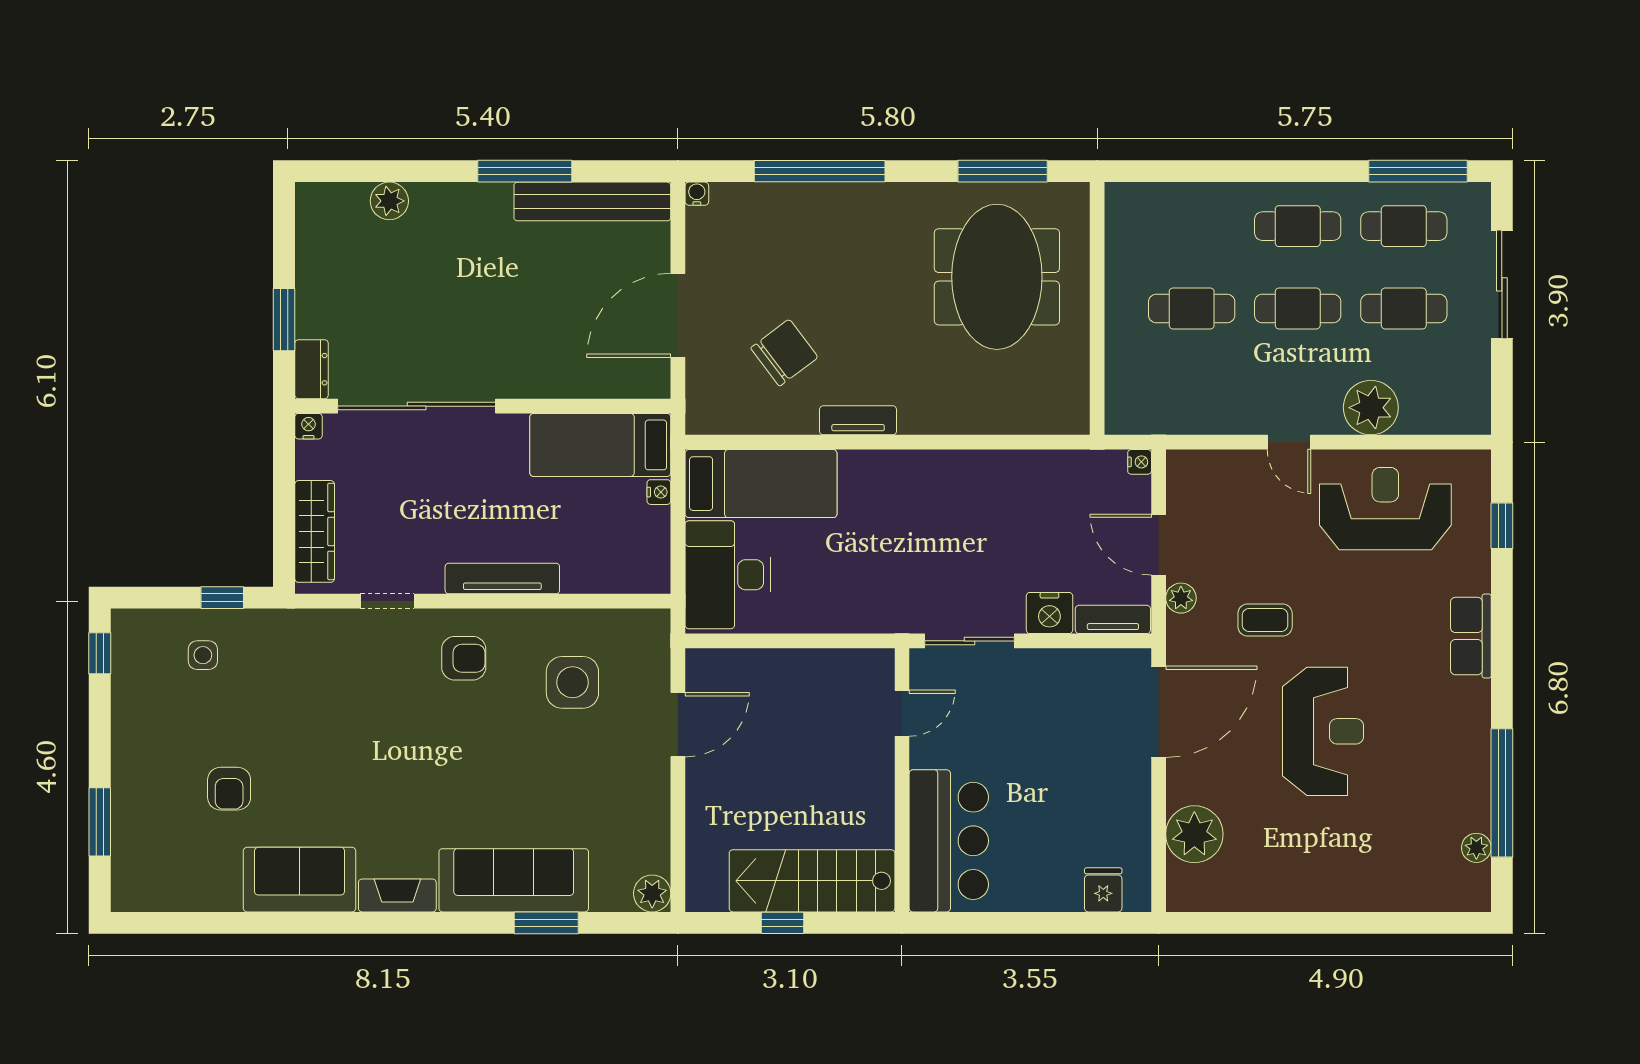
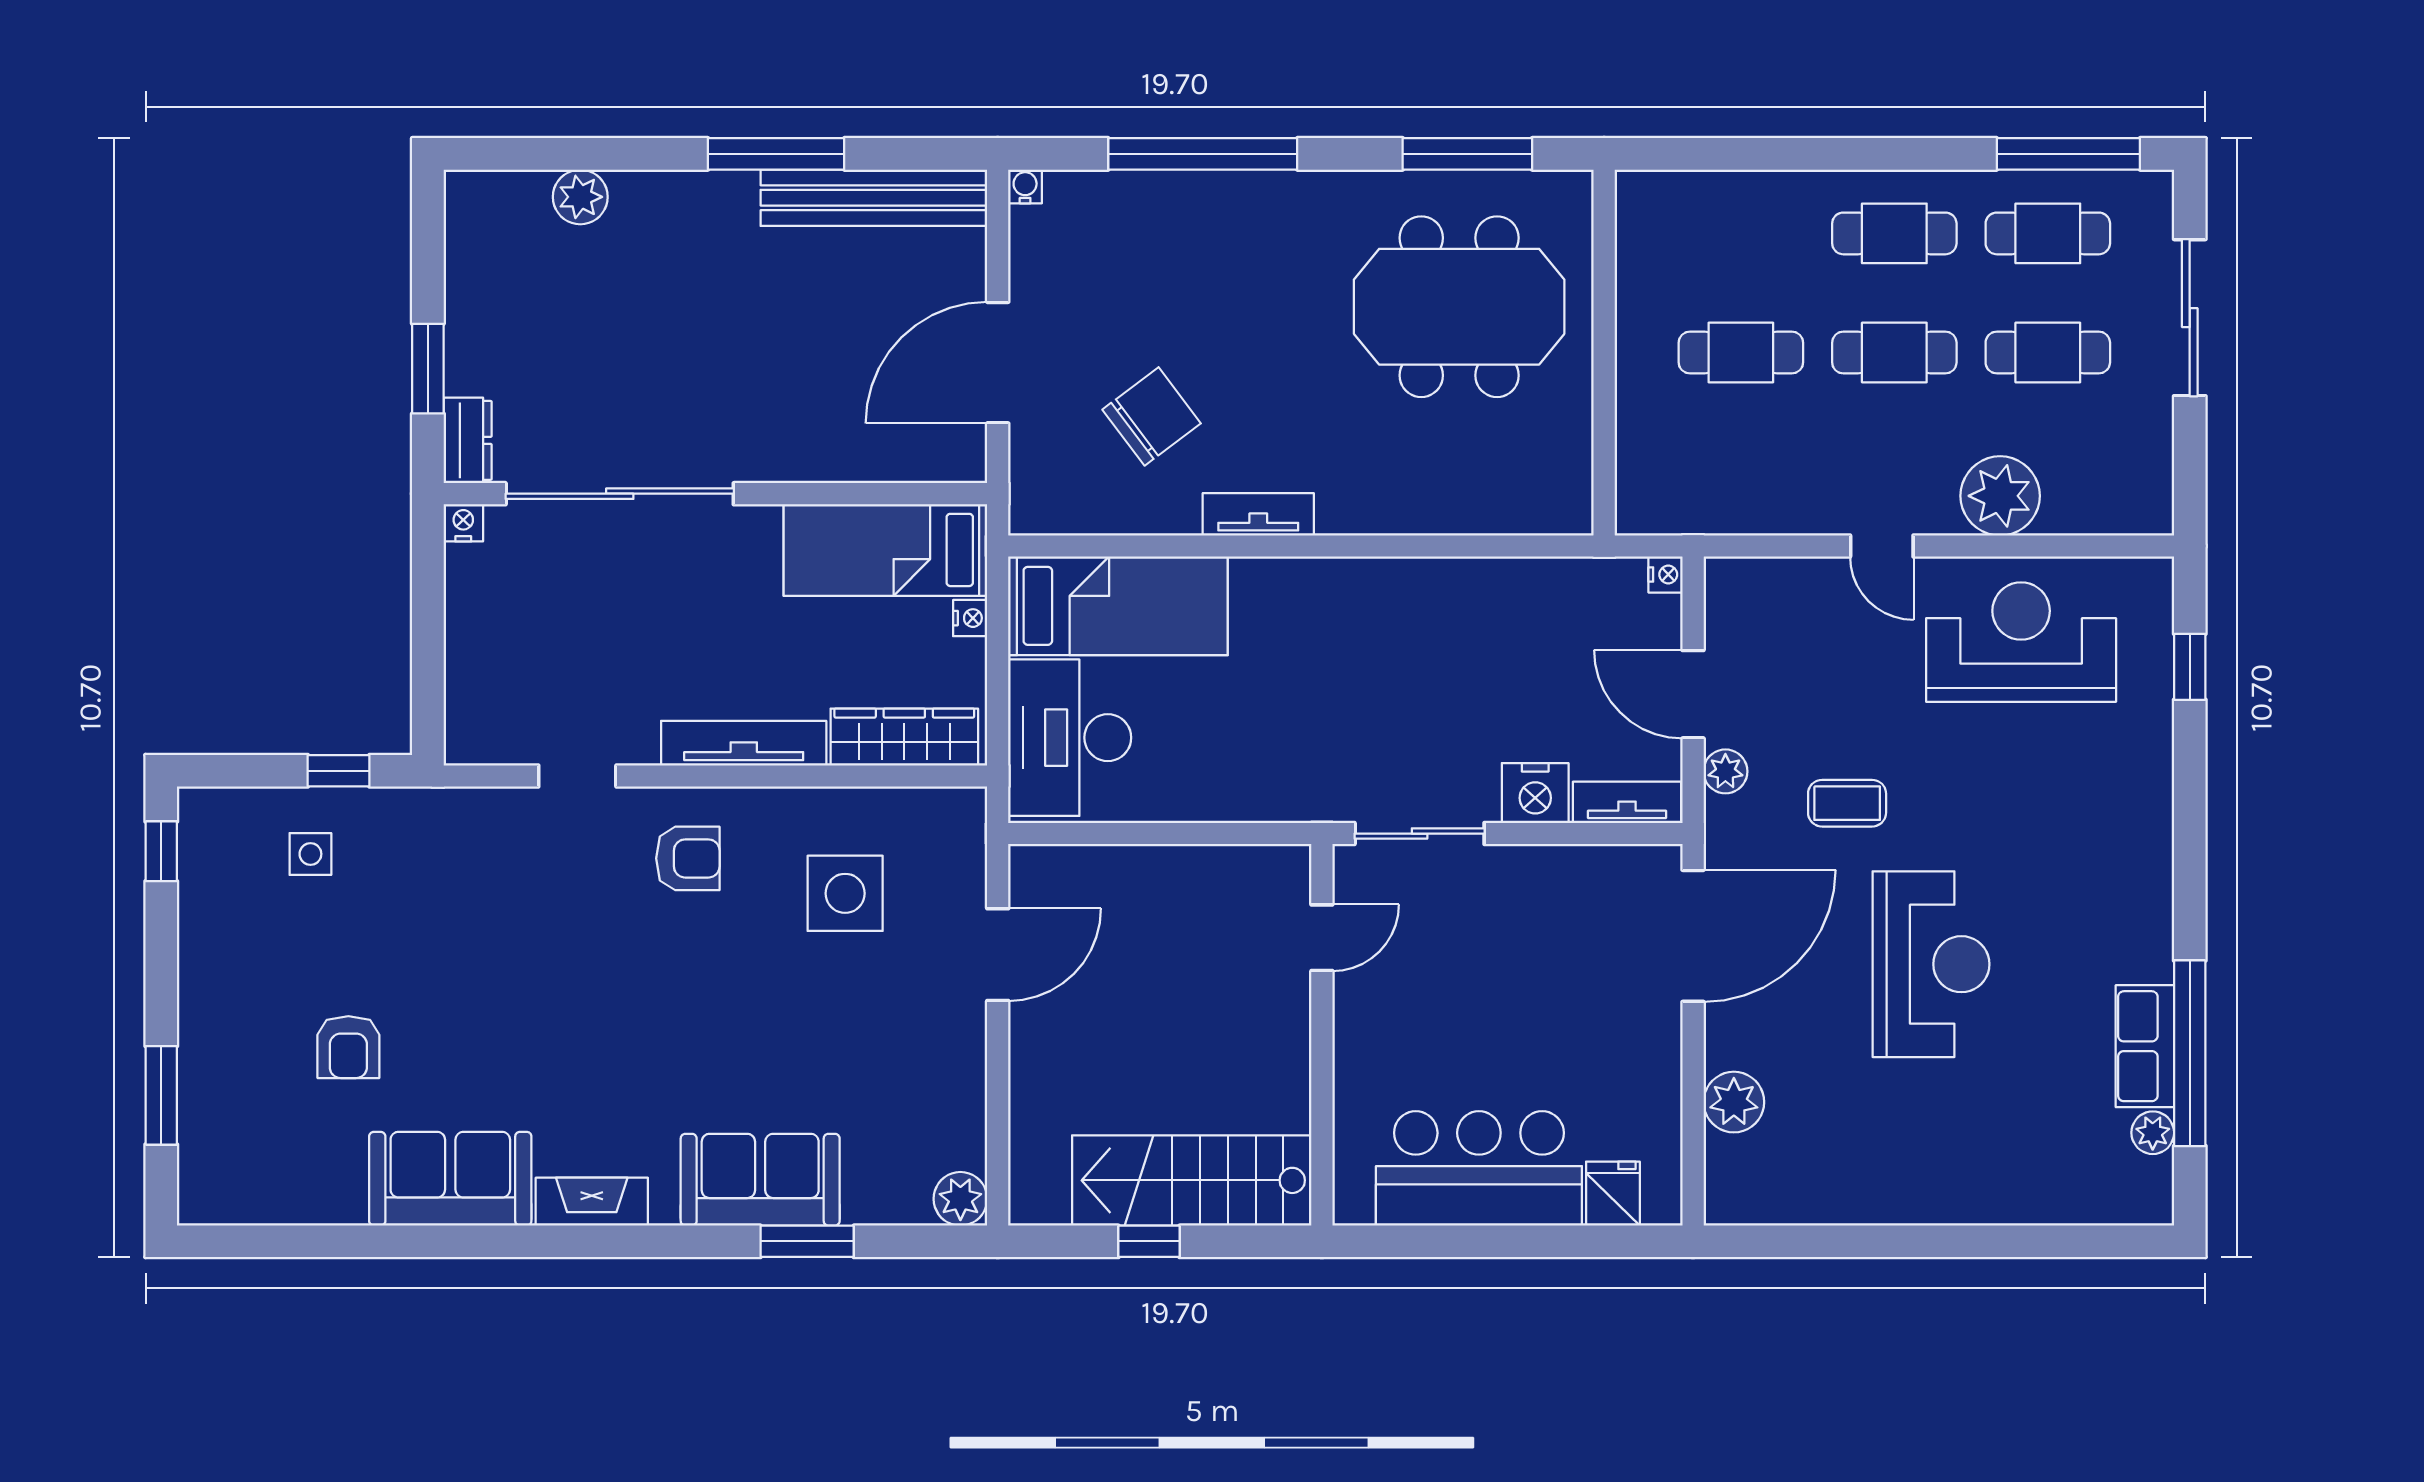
meeting table: (997, 277) -> (1459, 307), turned 90
wardrobe: (315, 531) -> (904, 737), moved, turned -90
row of seats: (1471, 636) -> (2145, 1046), moved
plant: (1194, 834) -> (1734, 1102), width x0.73, depth x0.73
bar counter: (949, 841) -> (1479, 1168), moved, turned -90
sofa: (514, 880) -> (760, 1180), width x0.73

